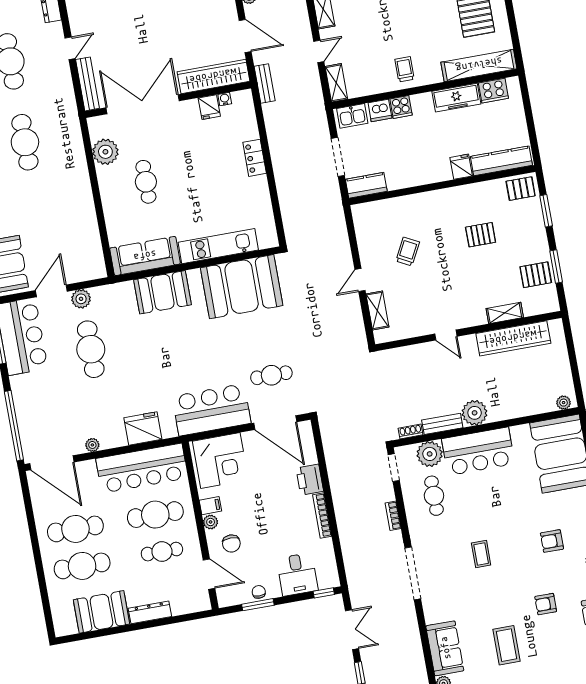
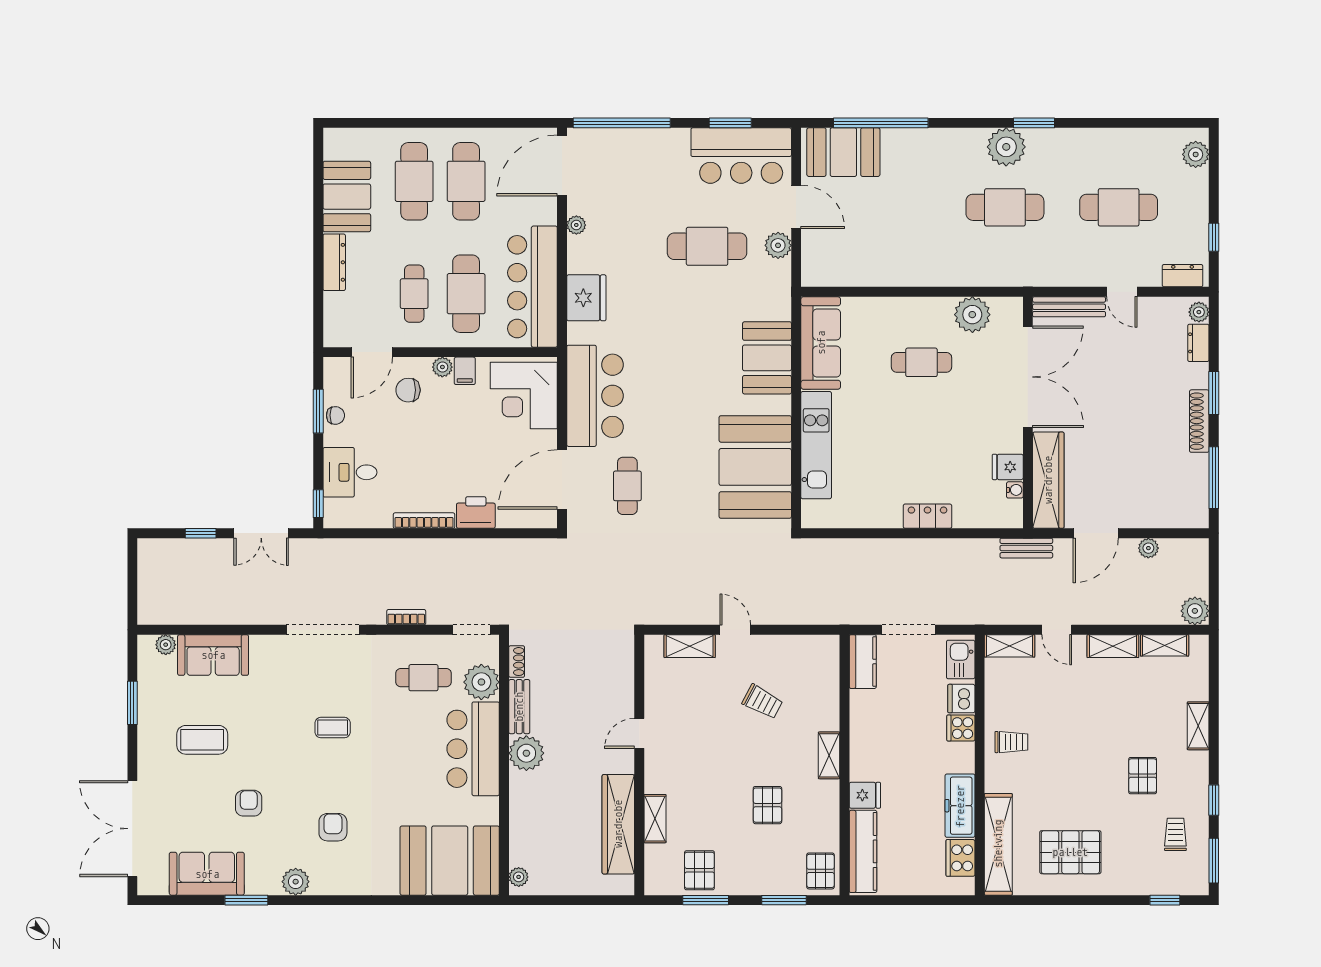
shelving: (437, 197) -> (829, 755), added

